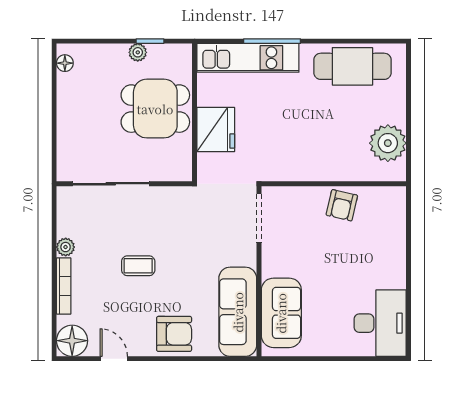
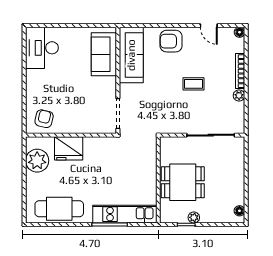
fridge: (216, 129) -> (69, 148), moved, turned -90
armchair: (342, 205) -> (44, 119), moved
floor lamp: (72, 341) -> (240, 32), width x0.53, depth x0.53

